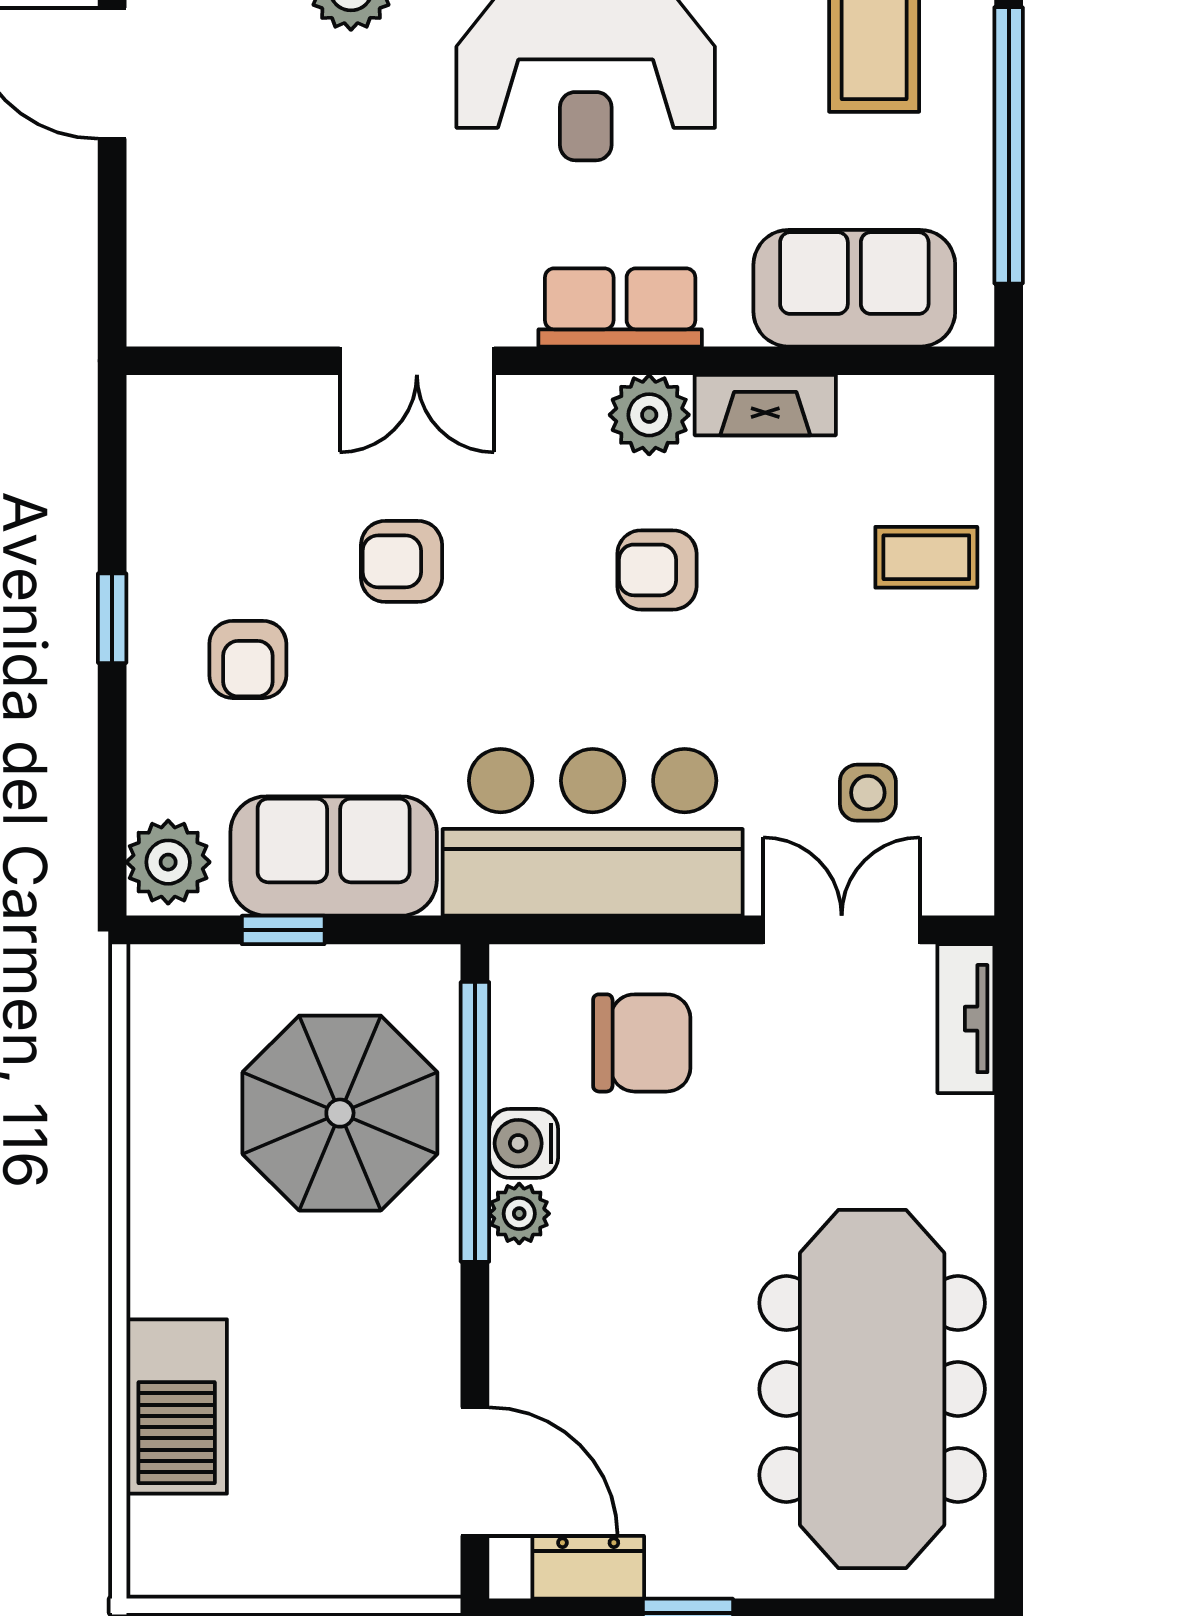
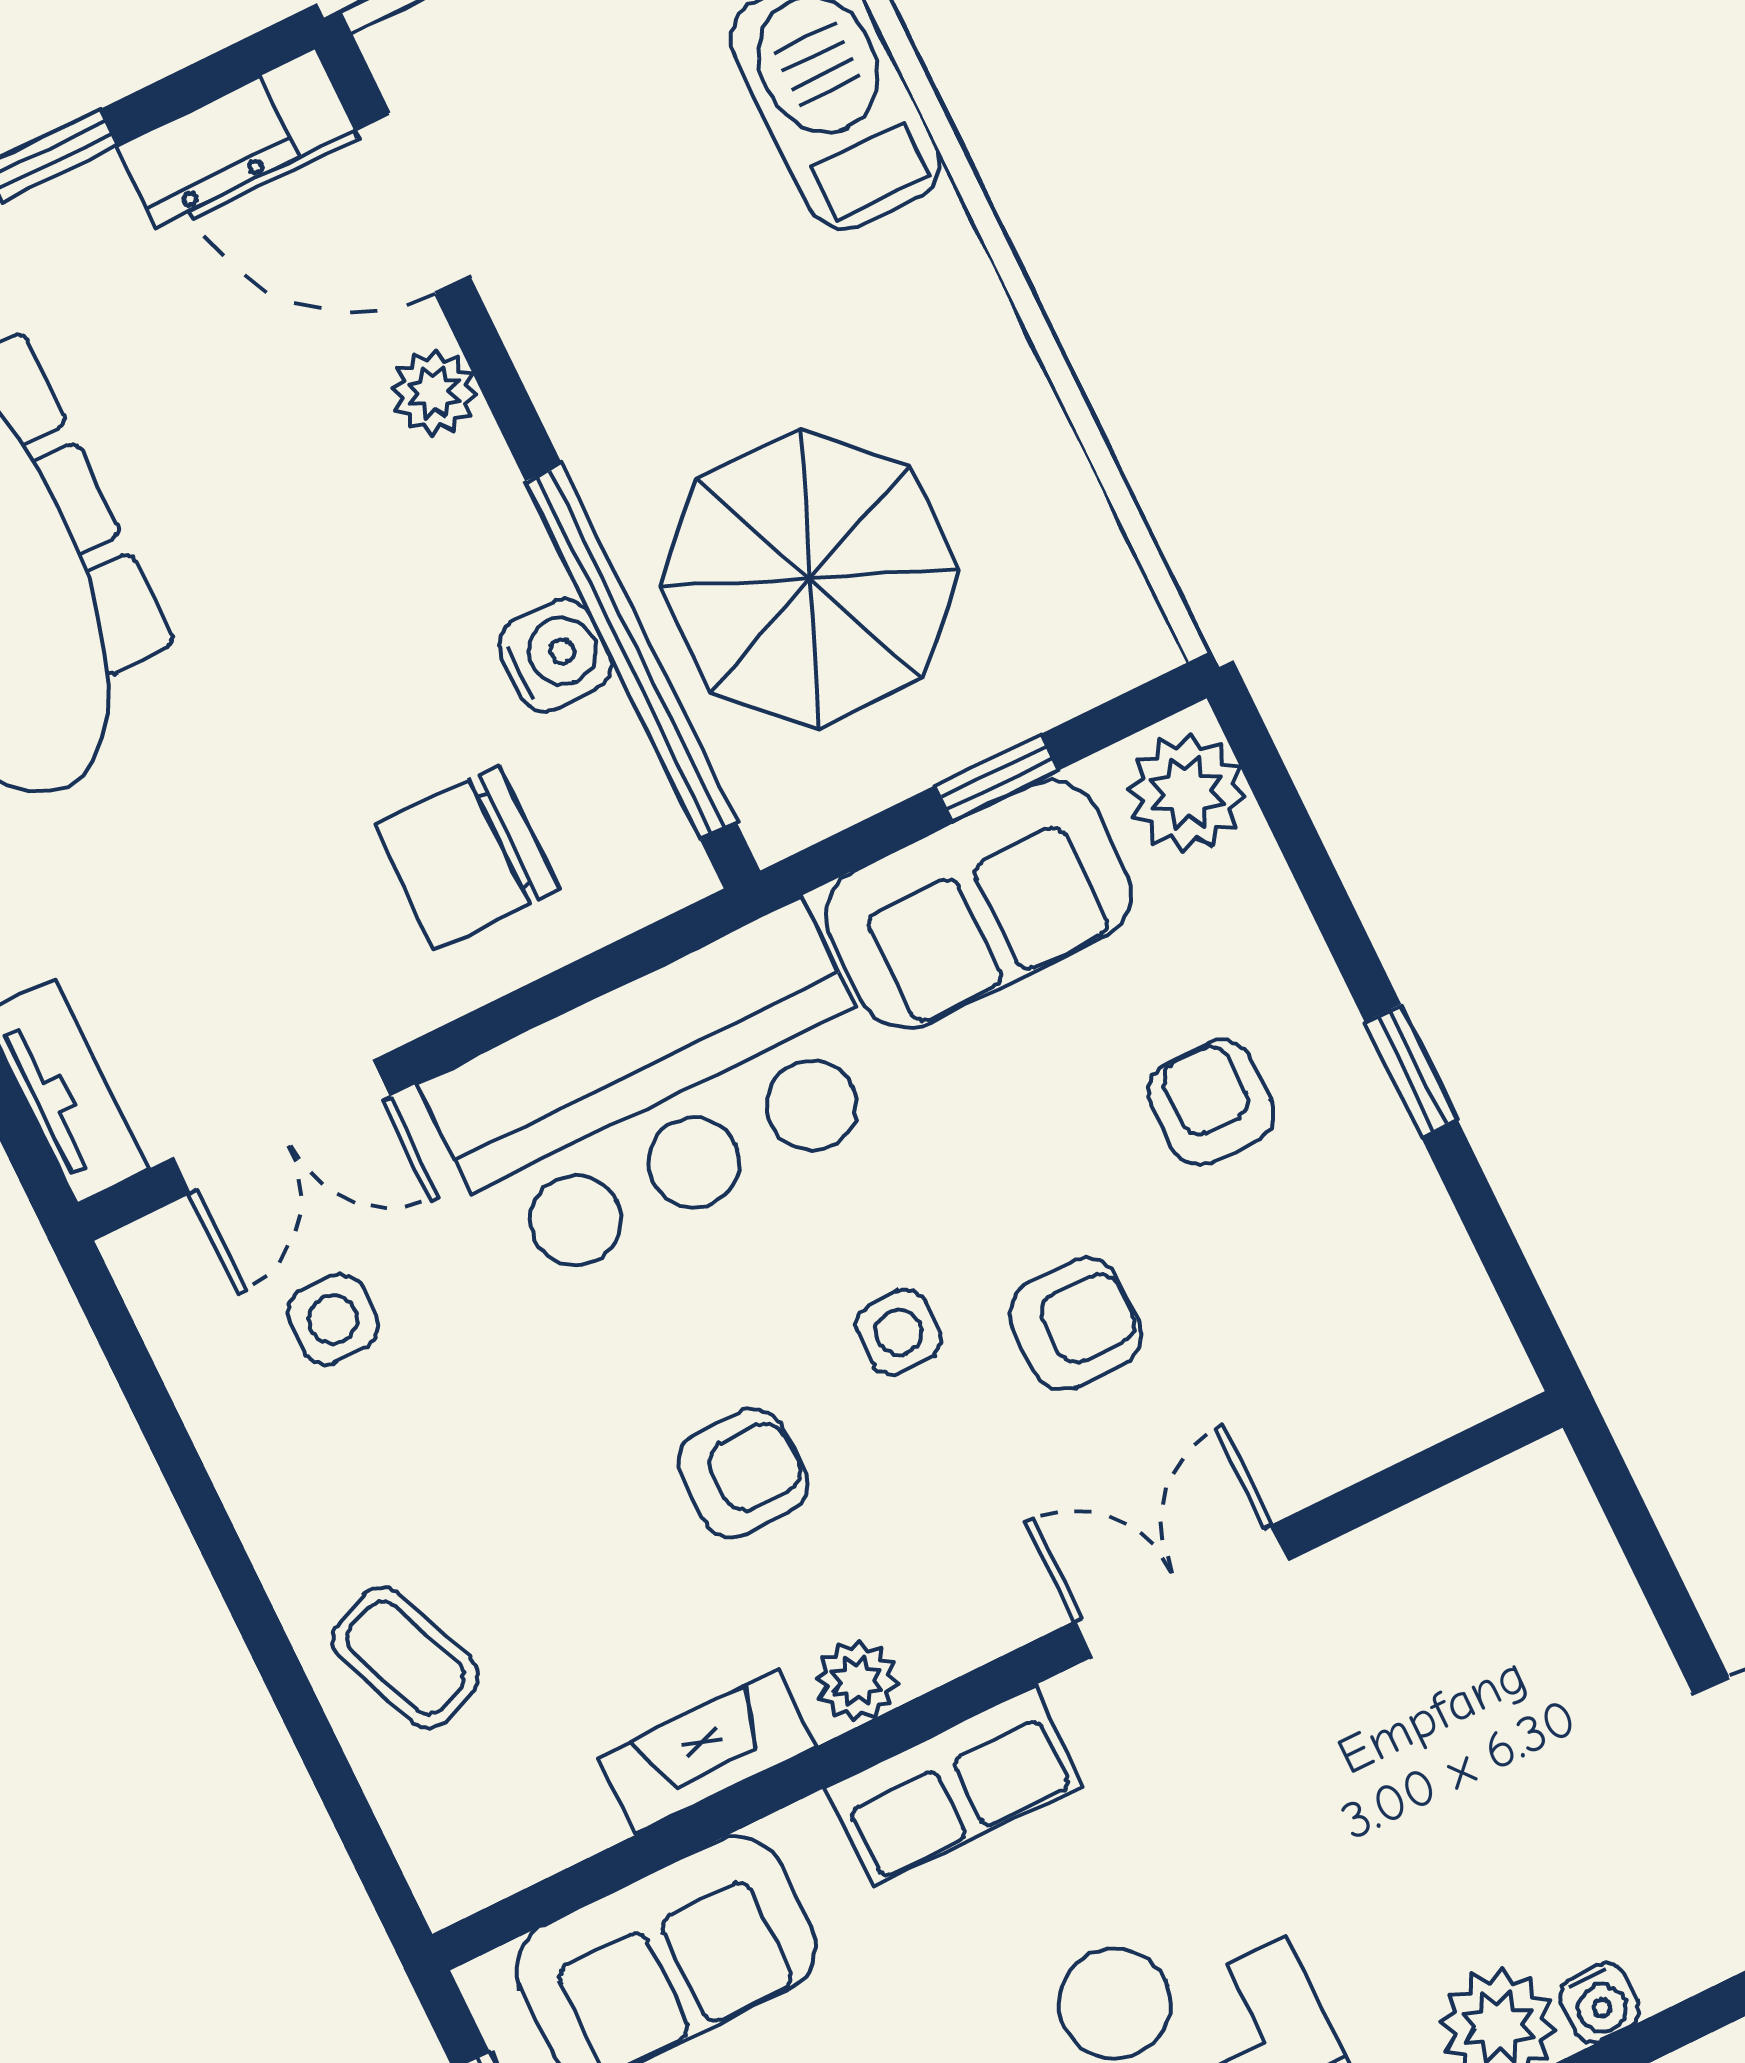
plant: (649, 415) -> (856, 1681), width x0.73, depth x0.73
coffee table: (926, 557) -> (405, 1658), turned 68
side table: (515, 611) -> (899, 1332), added
plant: (519, 1214) -> (434, 392), moved

